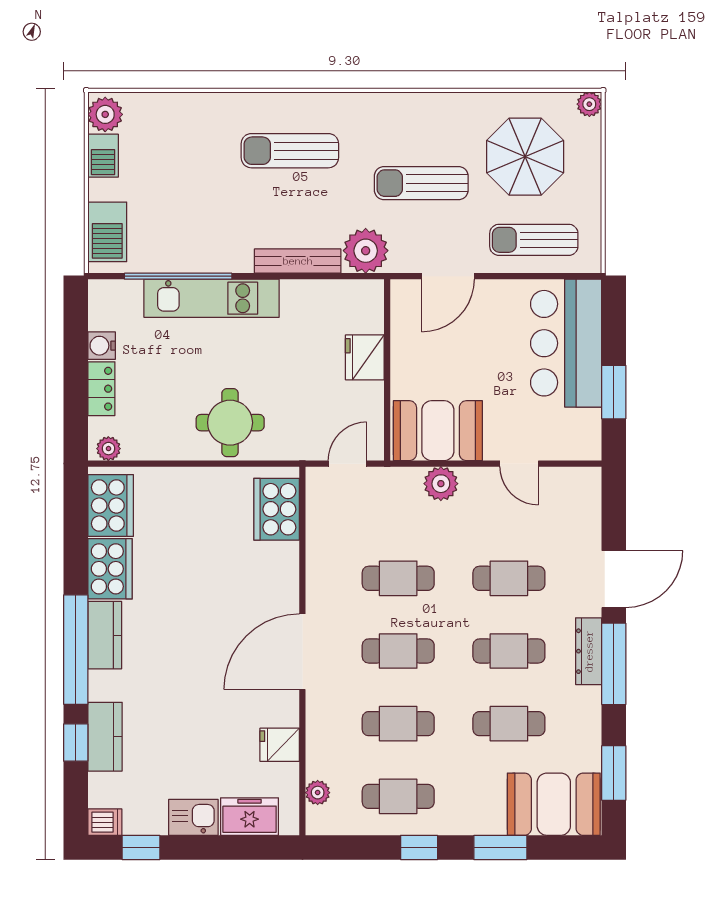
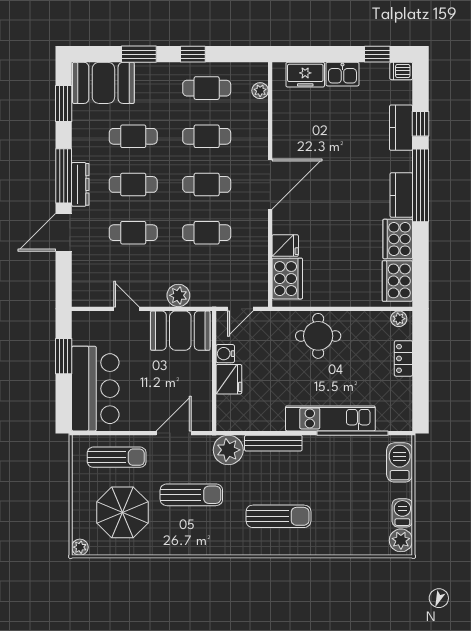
water cooler: (102, 346) -> (225, 354), moved, turned 180
fridge: (280, 745) -> (285, 245), moved

